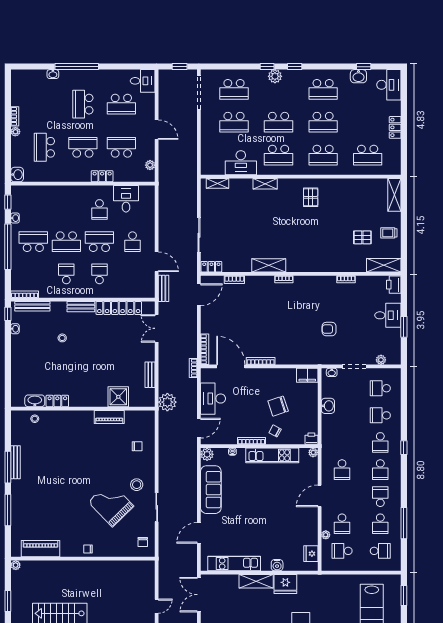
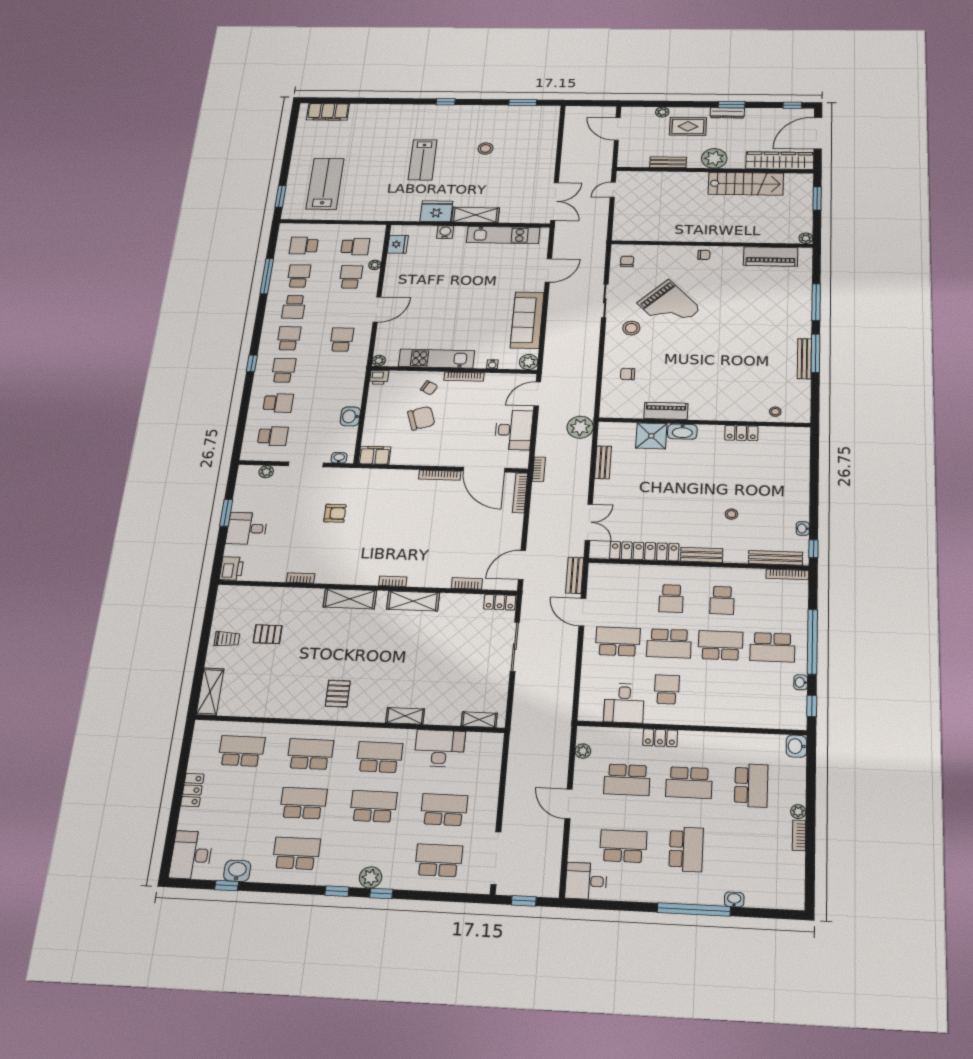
school desk: (132, 242) -> (618, 641), width x1.85
shelving: (384, 265) -> (350, 599), moved
washbasin: (35, 401) -> (682, 432), moved

